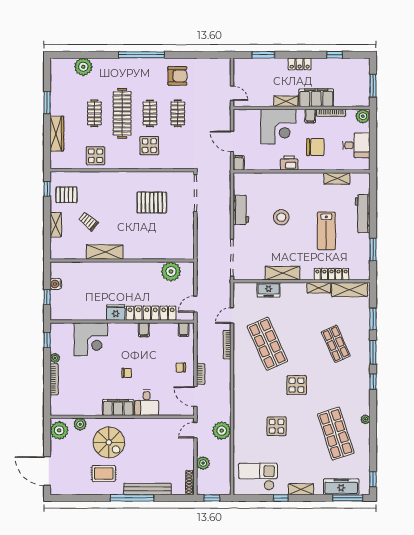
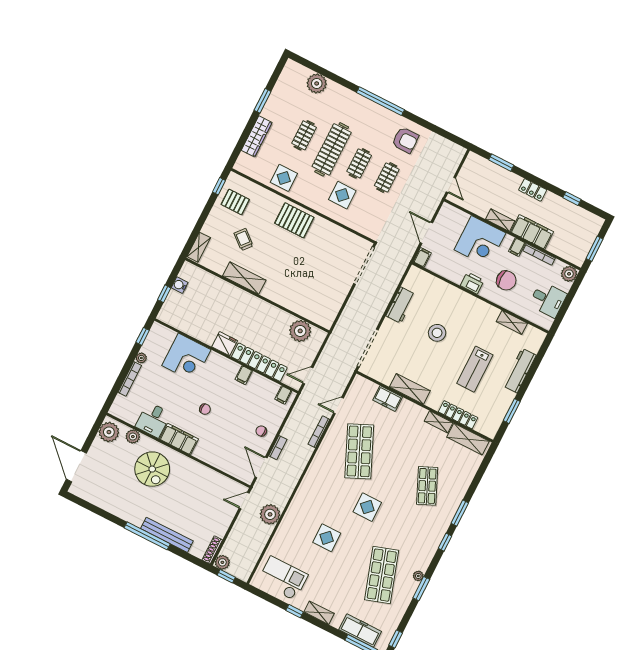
pallet: (152, 203) -> (294, 220), moved
shelving: (56, 225) -> (199, 247), moved
window: (373, 319) -> (421, 589), moved
desk: (147, 403) -> (153, 420), moved
plant: (203, 463) -> (222, 562), moved
rug: (104, 473) -> (131, 497), removed

